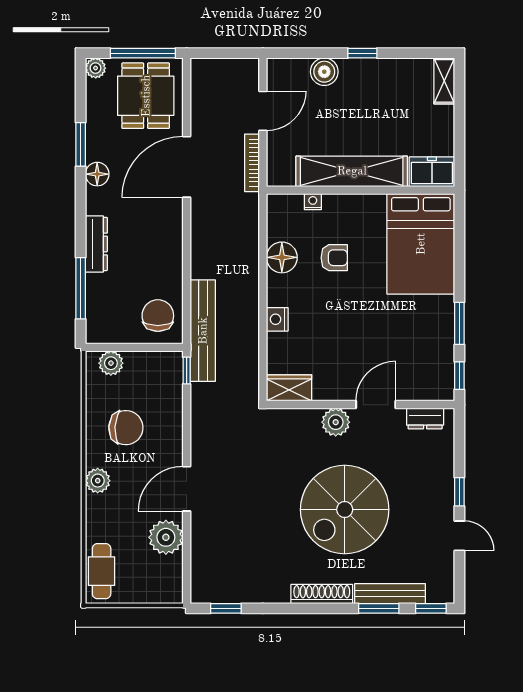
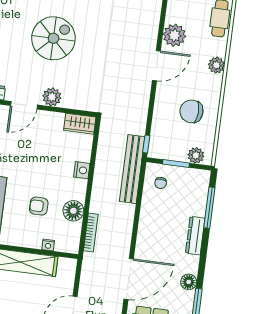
bookcase: (252, 163) -> (91, 233), moved
chair: (158, 316) -> (161, 183), width x0.54, depth x0.54
window: (139, 347) -> (176, 163), added
plant: (98, 481) -> (216, 65), moved
spiral stairs: (345, 510) -> (53, 38), width x0.73, depth x0.73

